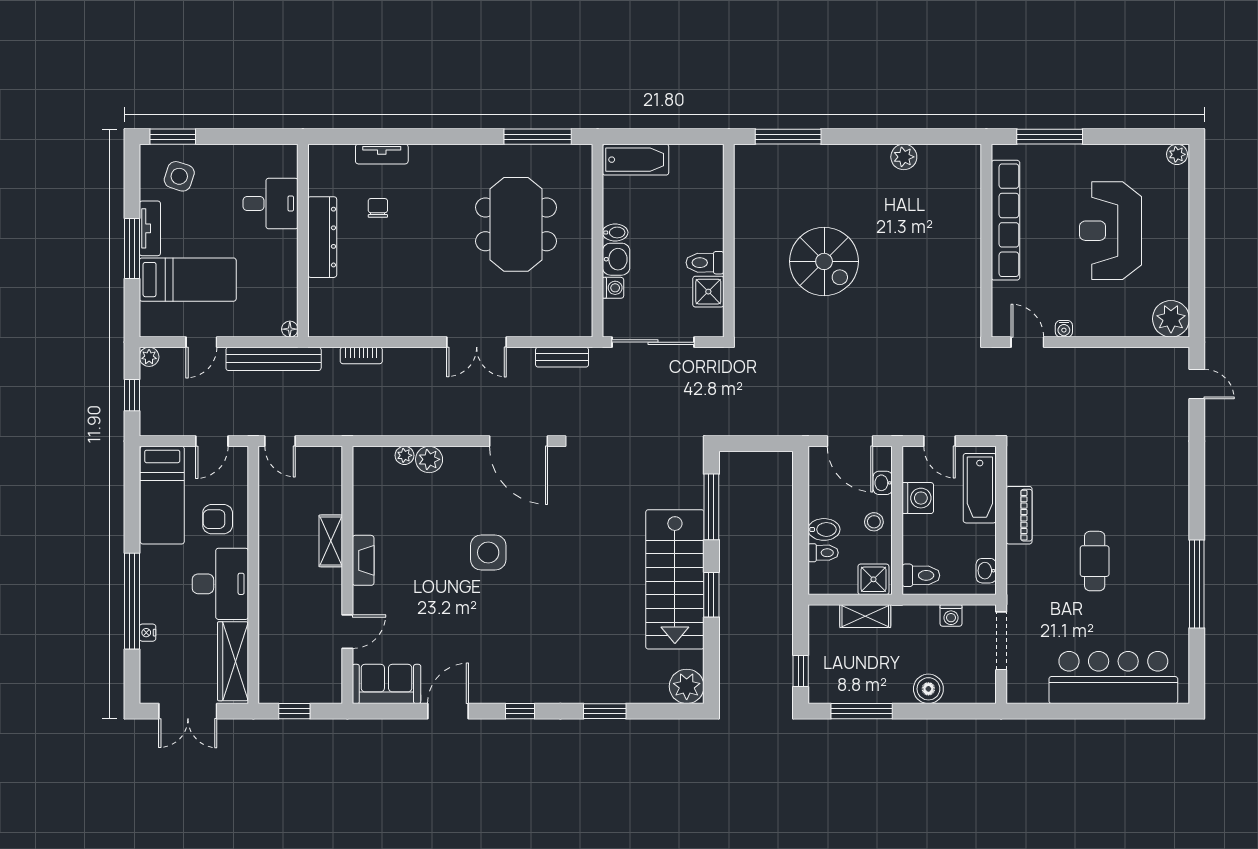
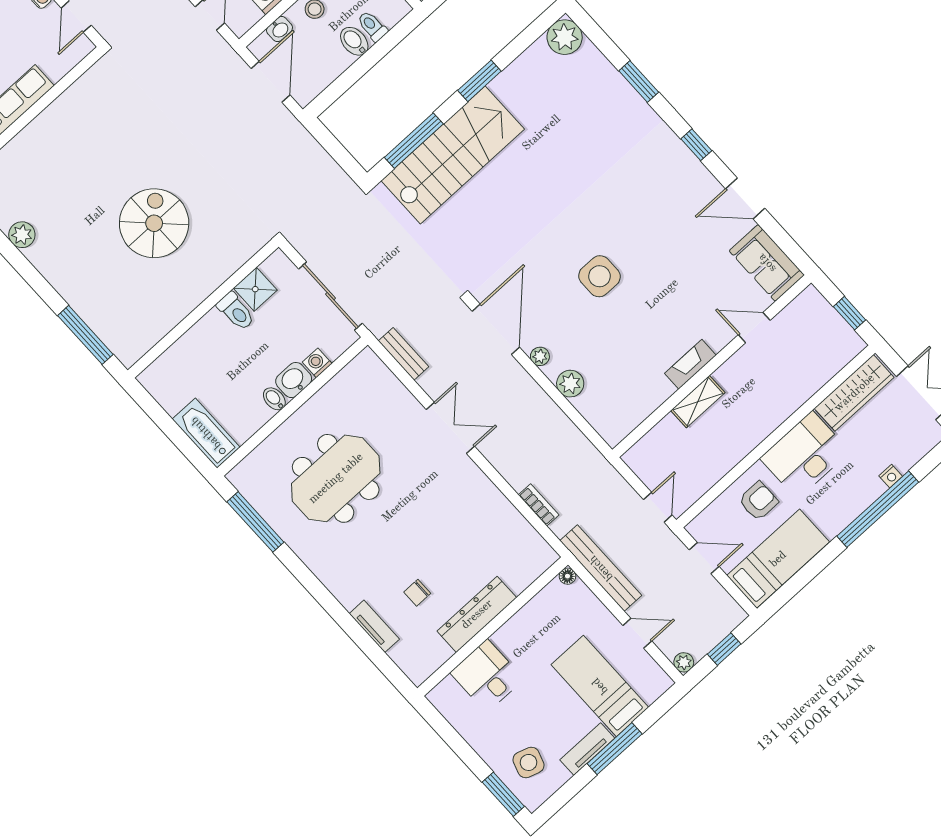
plant: (404, 455) -> (540, 356), moved
armchair: (218, 519) -> (758, 501), turned -90
stairs: (675, 579) -> (453, 155), moved

